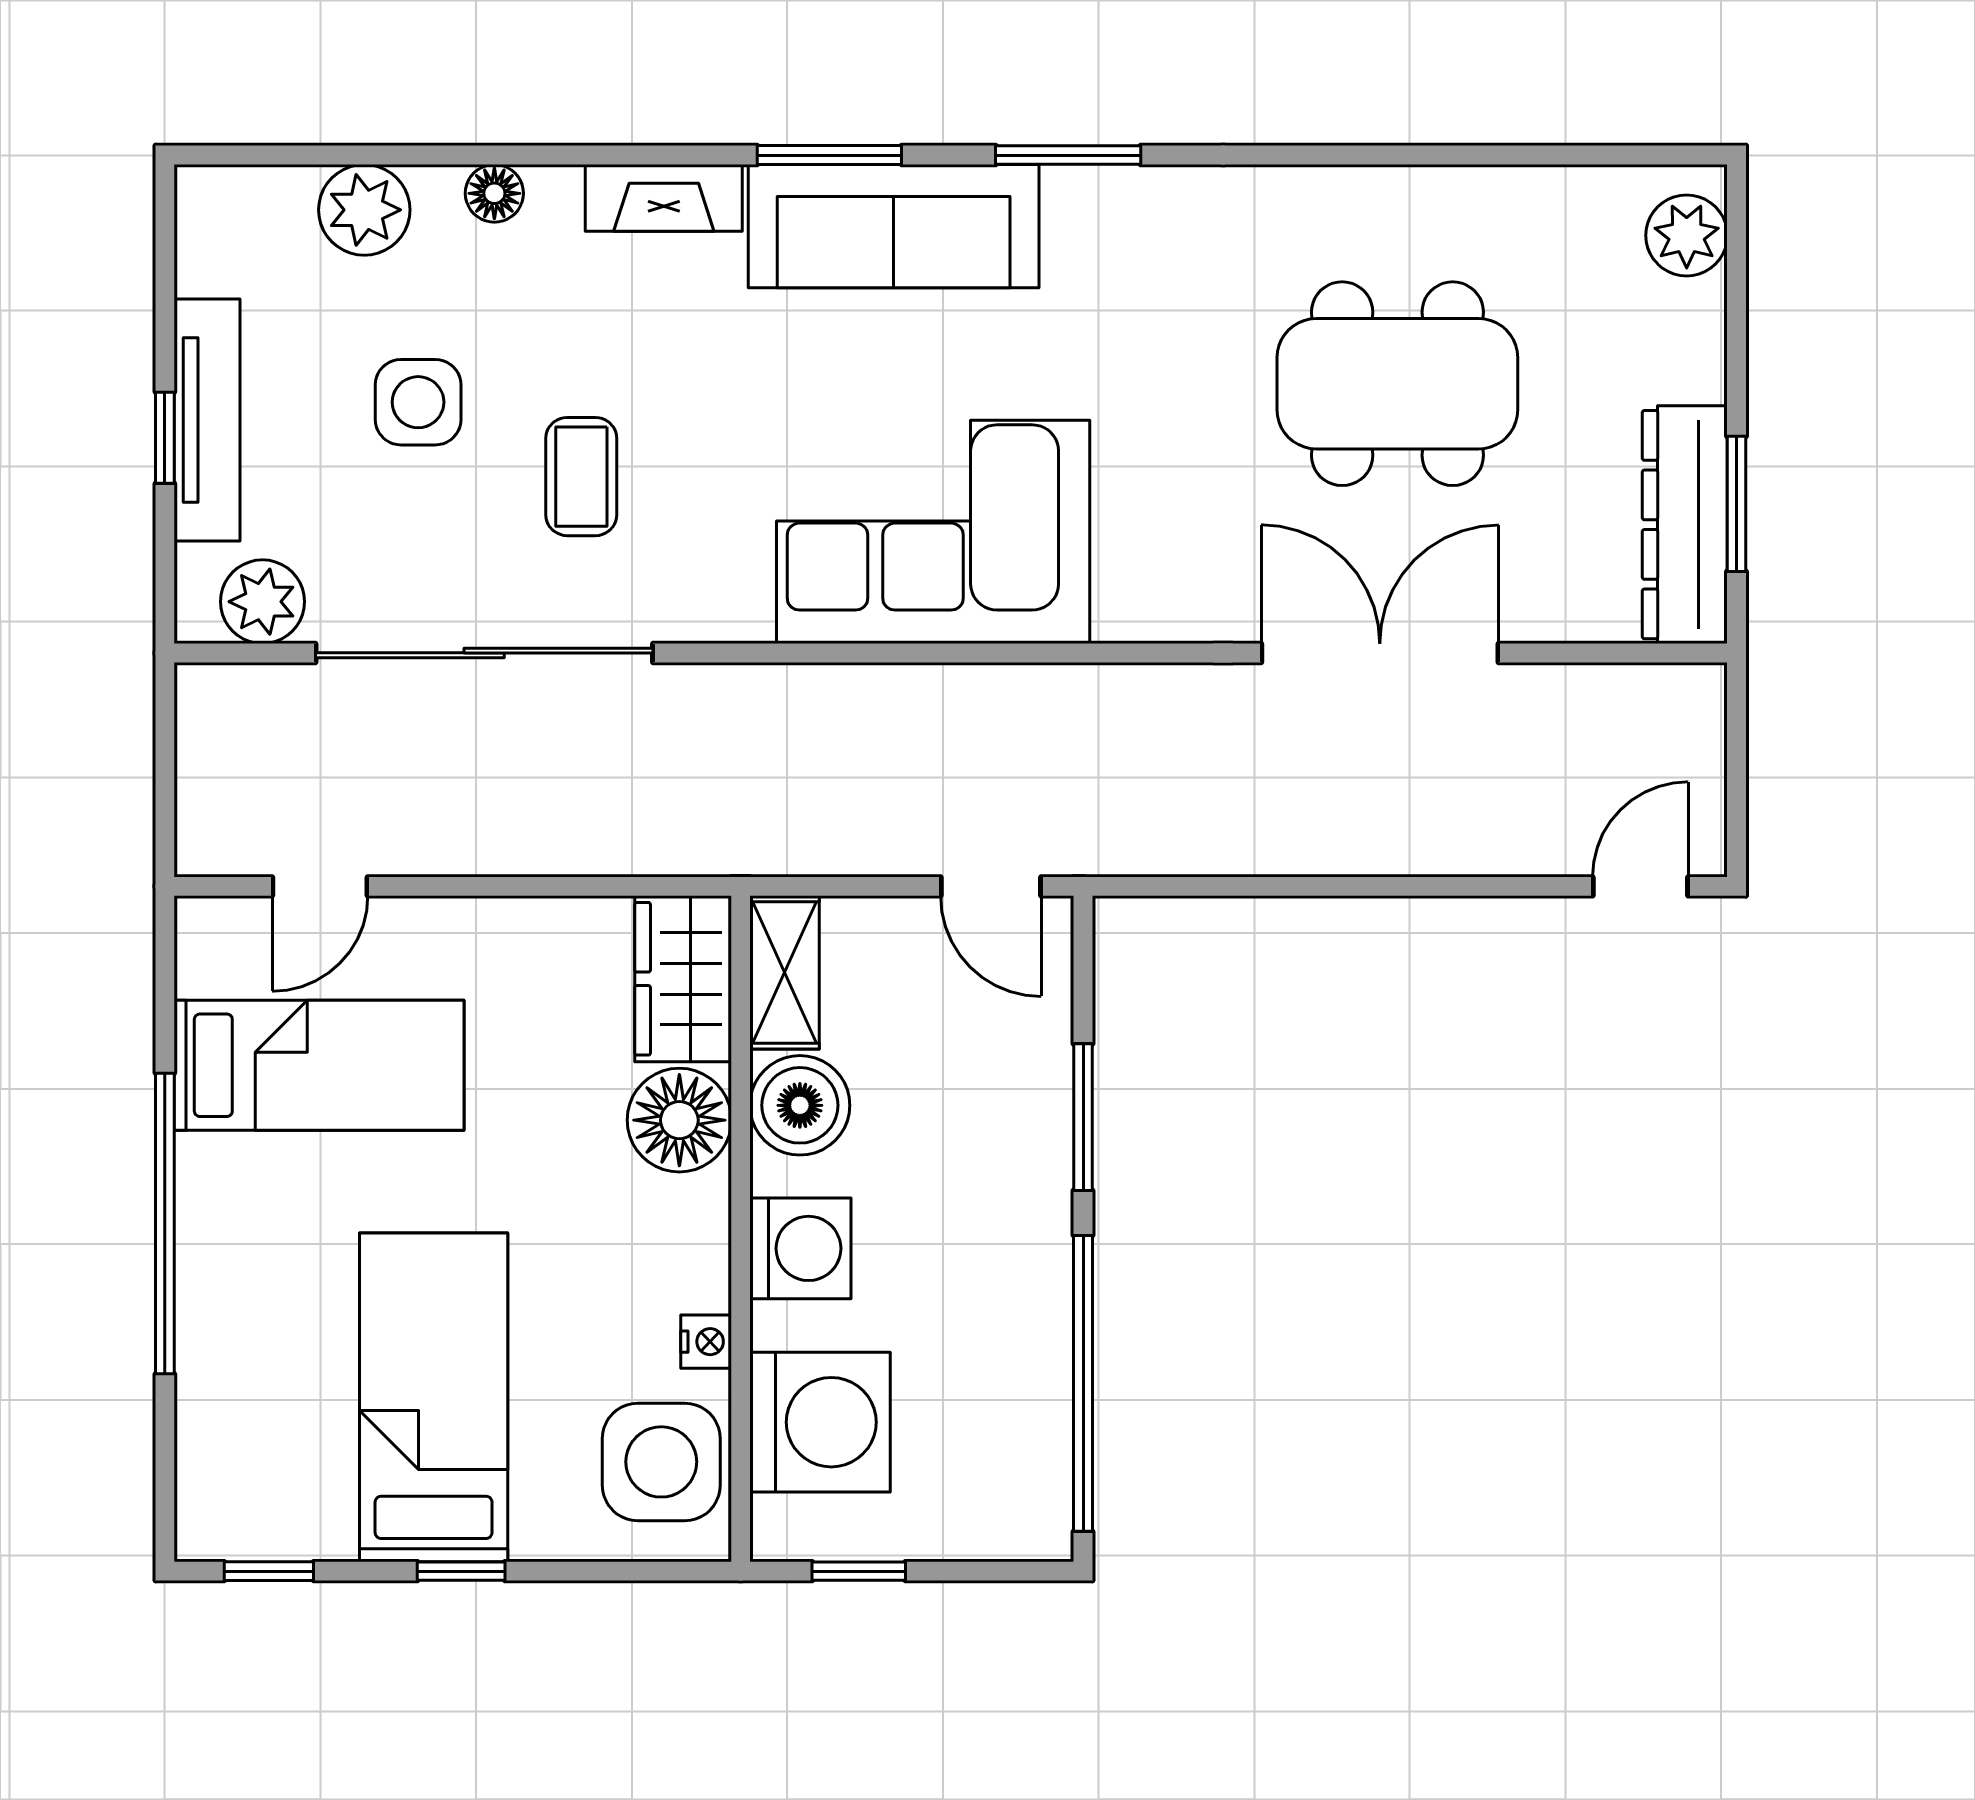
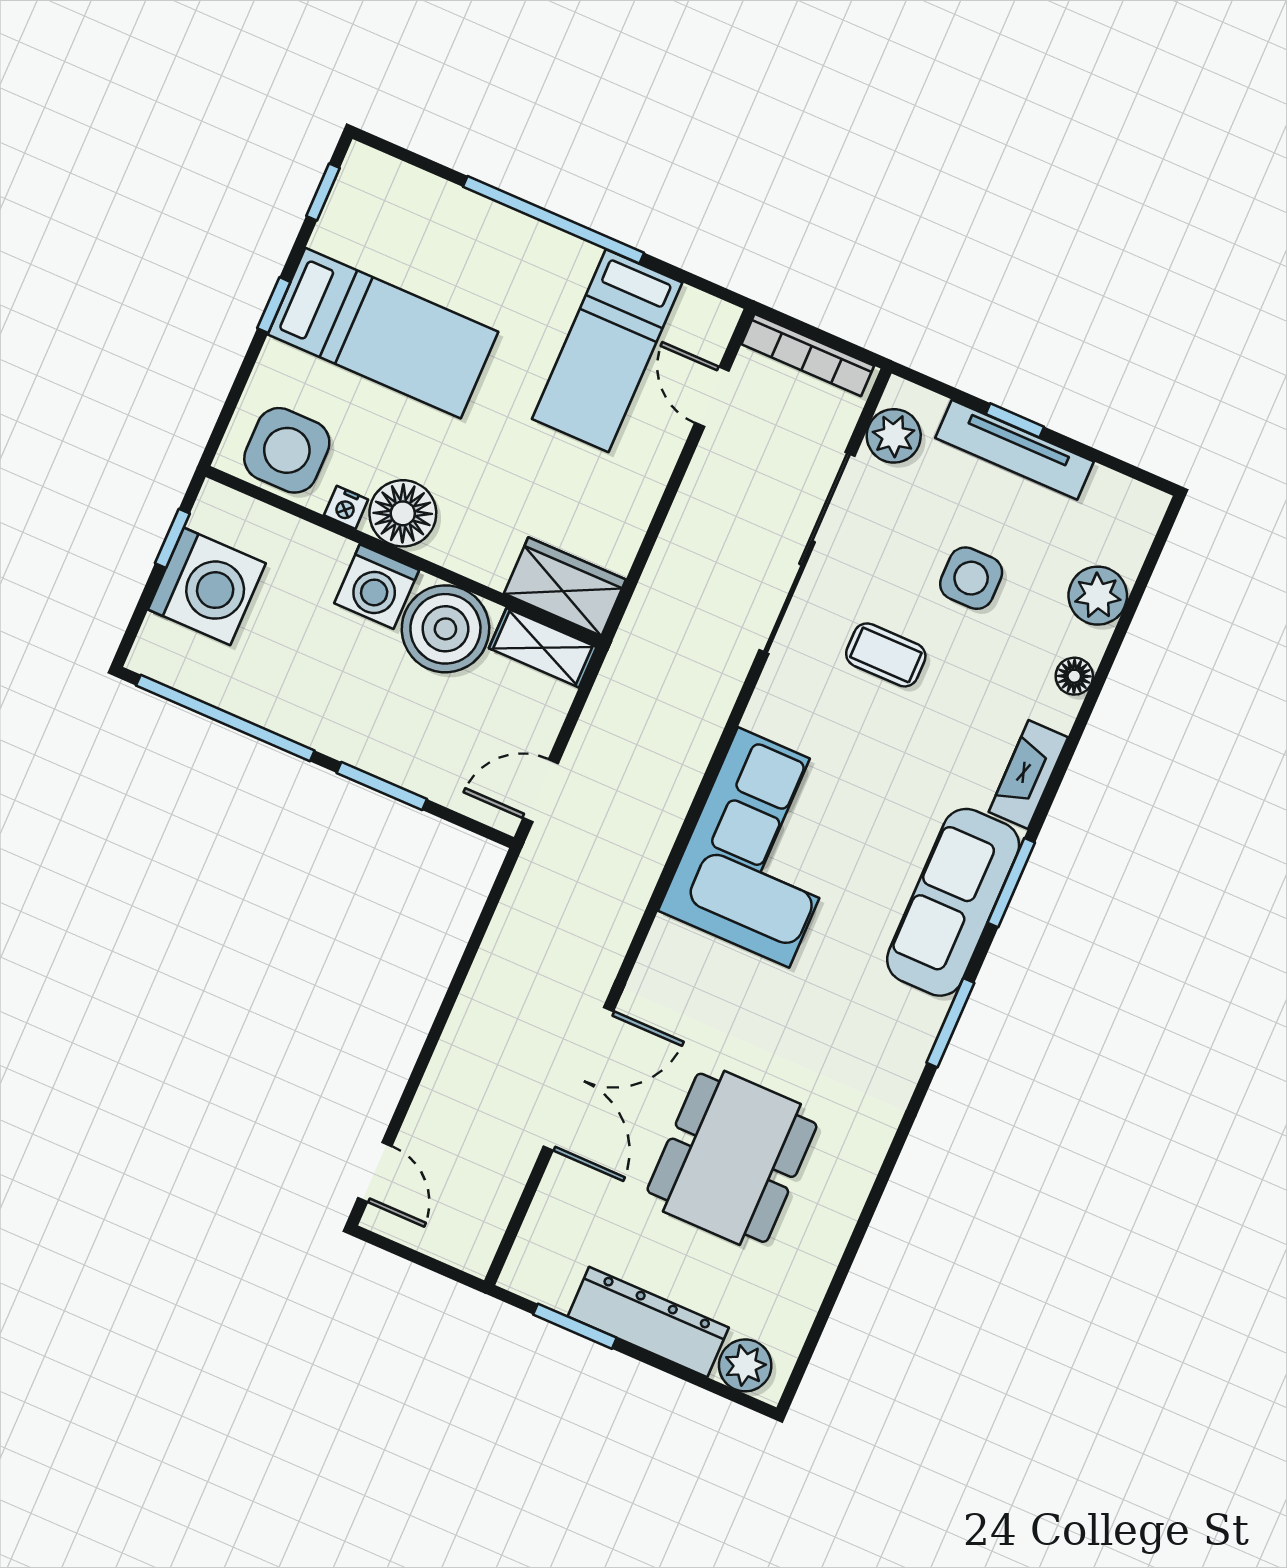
dresser: (1685, 525) -> (648, 1322), moved
bookcase: (200, 775) -> (808, 355), added
boiler: (800, 1105) -> (445, 629), width x1.37, depth x1.37
floor lamp: (679, 1120) -> (403, 513), moved
washing machine: (820, 1422) -> (207, 586), moved, turned -90

